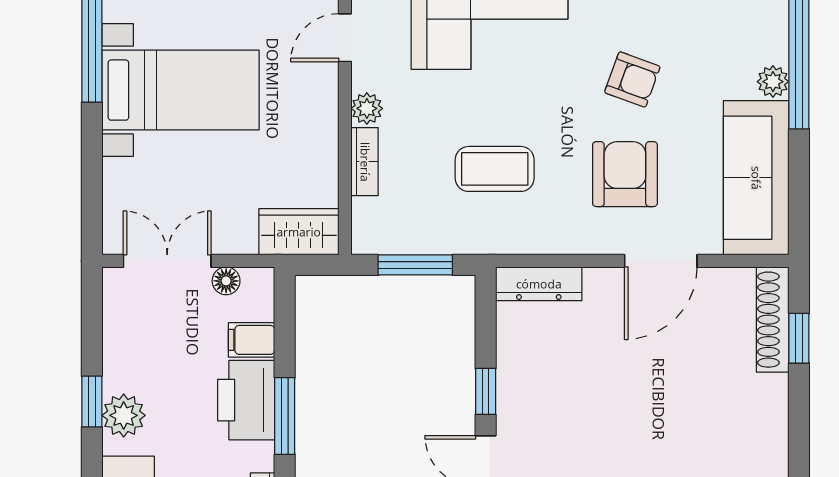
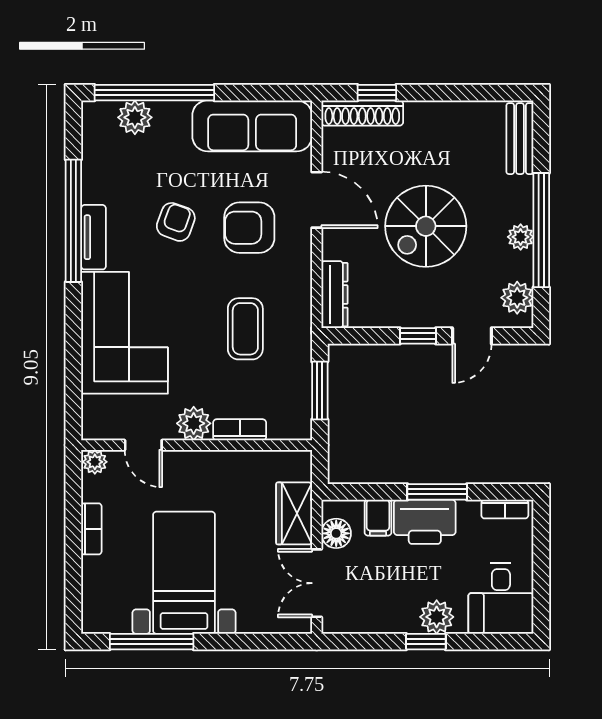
plant: (773, 82) -> (135, 117), moved, width x1.38, depth x1.38
plant: (367, 108) -> (194, 423), width x1.38, depth x1.38
wardrobe: (299, 232) -> (294, 513), moved
floor lamp: (226, 281) -> (336, 533), width x1.37, depth x1.37
spiral stairs: (627, 401) -> (426, 226), added

